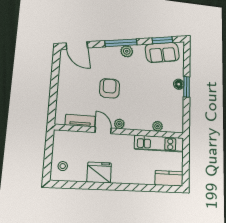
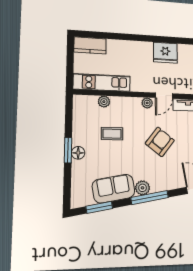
sofa: (162, 52) -> (114, 189), moved
armchair: (110, 88) -> (160, 142), turned -142
coffee table: (151, 98) -> (112, 134), added
door: (103, 130) -> (164, 96), hinge flipped

